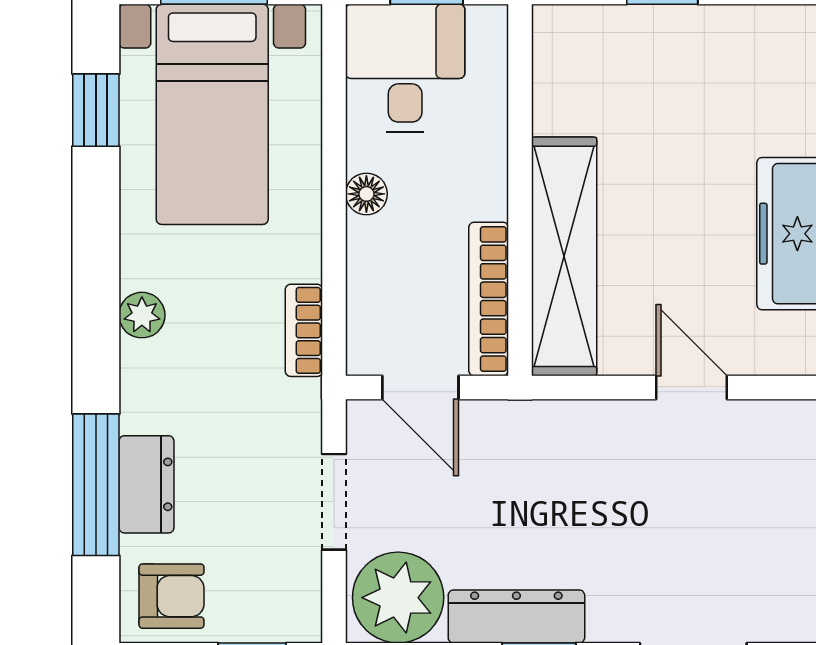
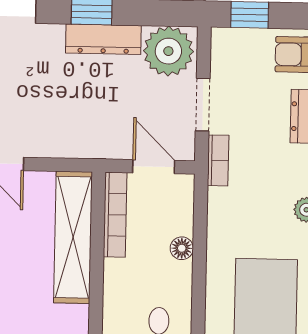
floor lamp: (366, 194) -> (182, 248), moved
bookcase: (304, 330) -> (218, 160), moved

